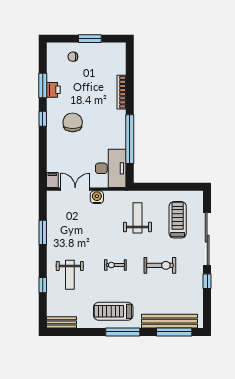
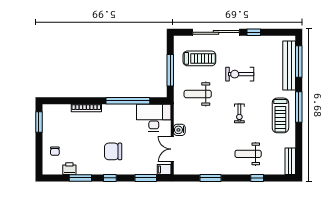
window: (90, 39) -> (39, 122), moved
printer: (53, 90) -> (69, 169), moved
window: (43, 159) -> (146, 178), added
window: (164, 187) -> (170, 70), added
treadmill: (178, 220) -> (199, 58), turned 180
exercise bike: (160, 265) -> (240, 74), turned -90
weight bench: (70, 275) -> (248, 154), turned 180

